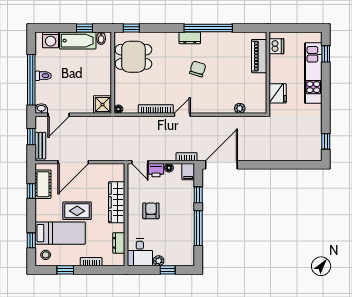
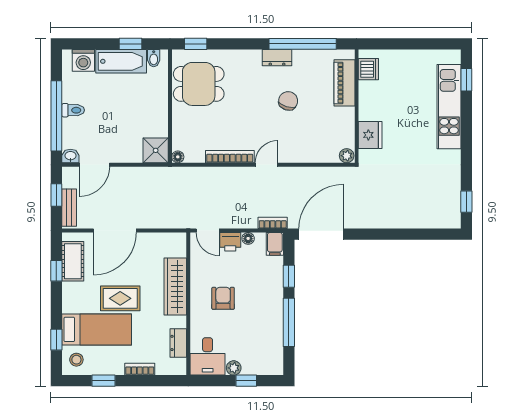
dishwasher: (276, 46) -> (368, 69), moved
piano: (259, 56) -> (344, 83), moved
wall: (268, 73) -> (357, 106), moved
fridge: (278, 93) -> (370, 135), moved

